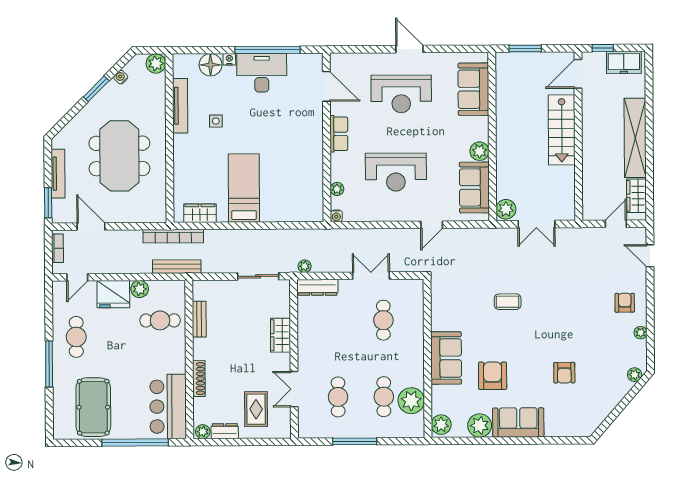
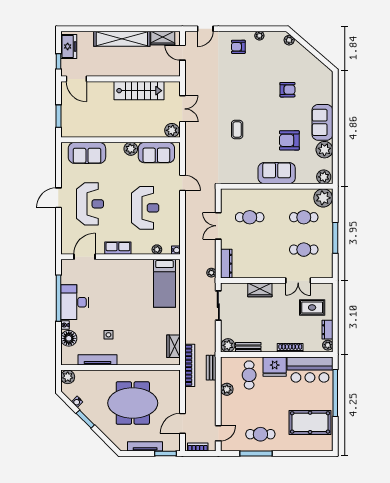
stairs: (562, 130) -> (139, 91), moved
bed: (244, 188) -> (164, 283), moved, turned -90
bench: (177, 267) -> (211, 368), width x0.73
door: (77, 277) -> (218, 433), hinge flipped
plant: (202, 290) -> (228, 345), added
fridge: (113, 294) -> (275, 367), moved, turned 90
window: (49, 364) -> (256, 454), moved
plant: (411, 401) -> (323, 198), moved

